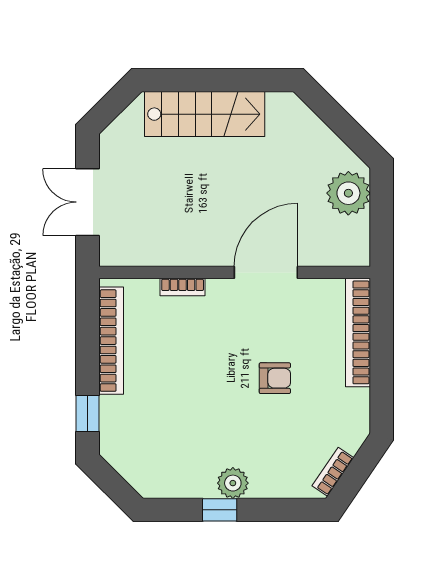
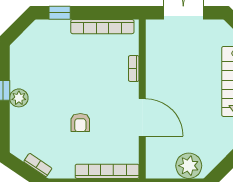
bookcase: (333, 472) -> (38, 165), moved

